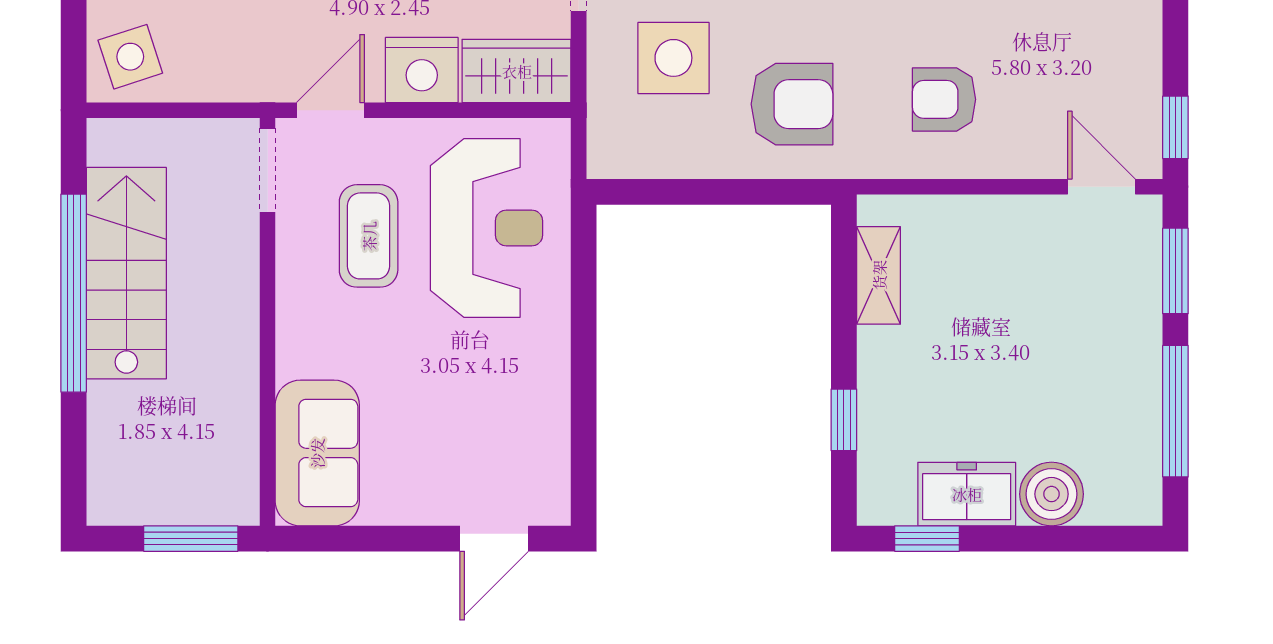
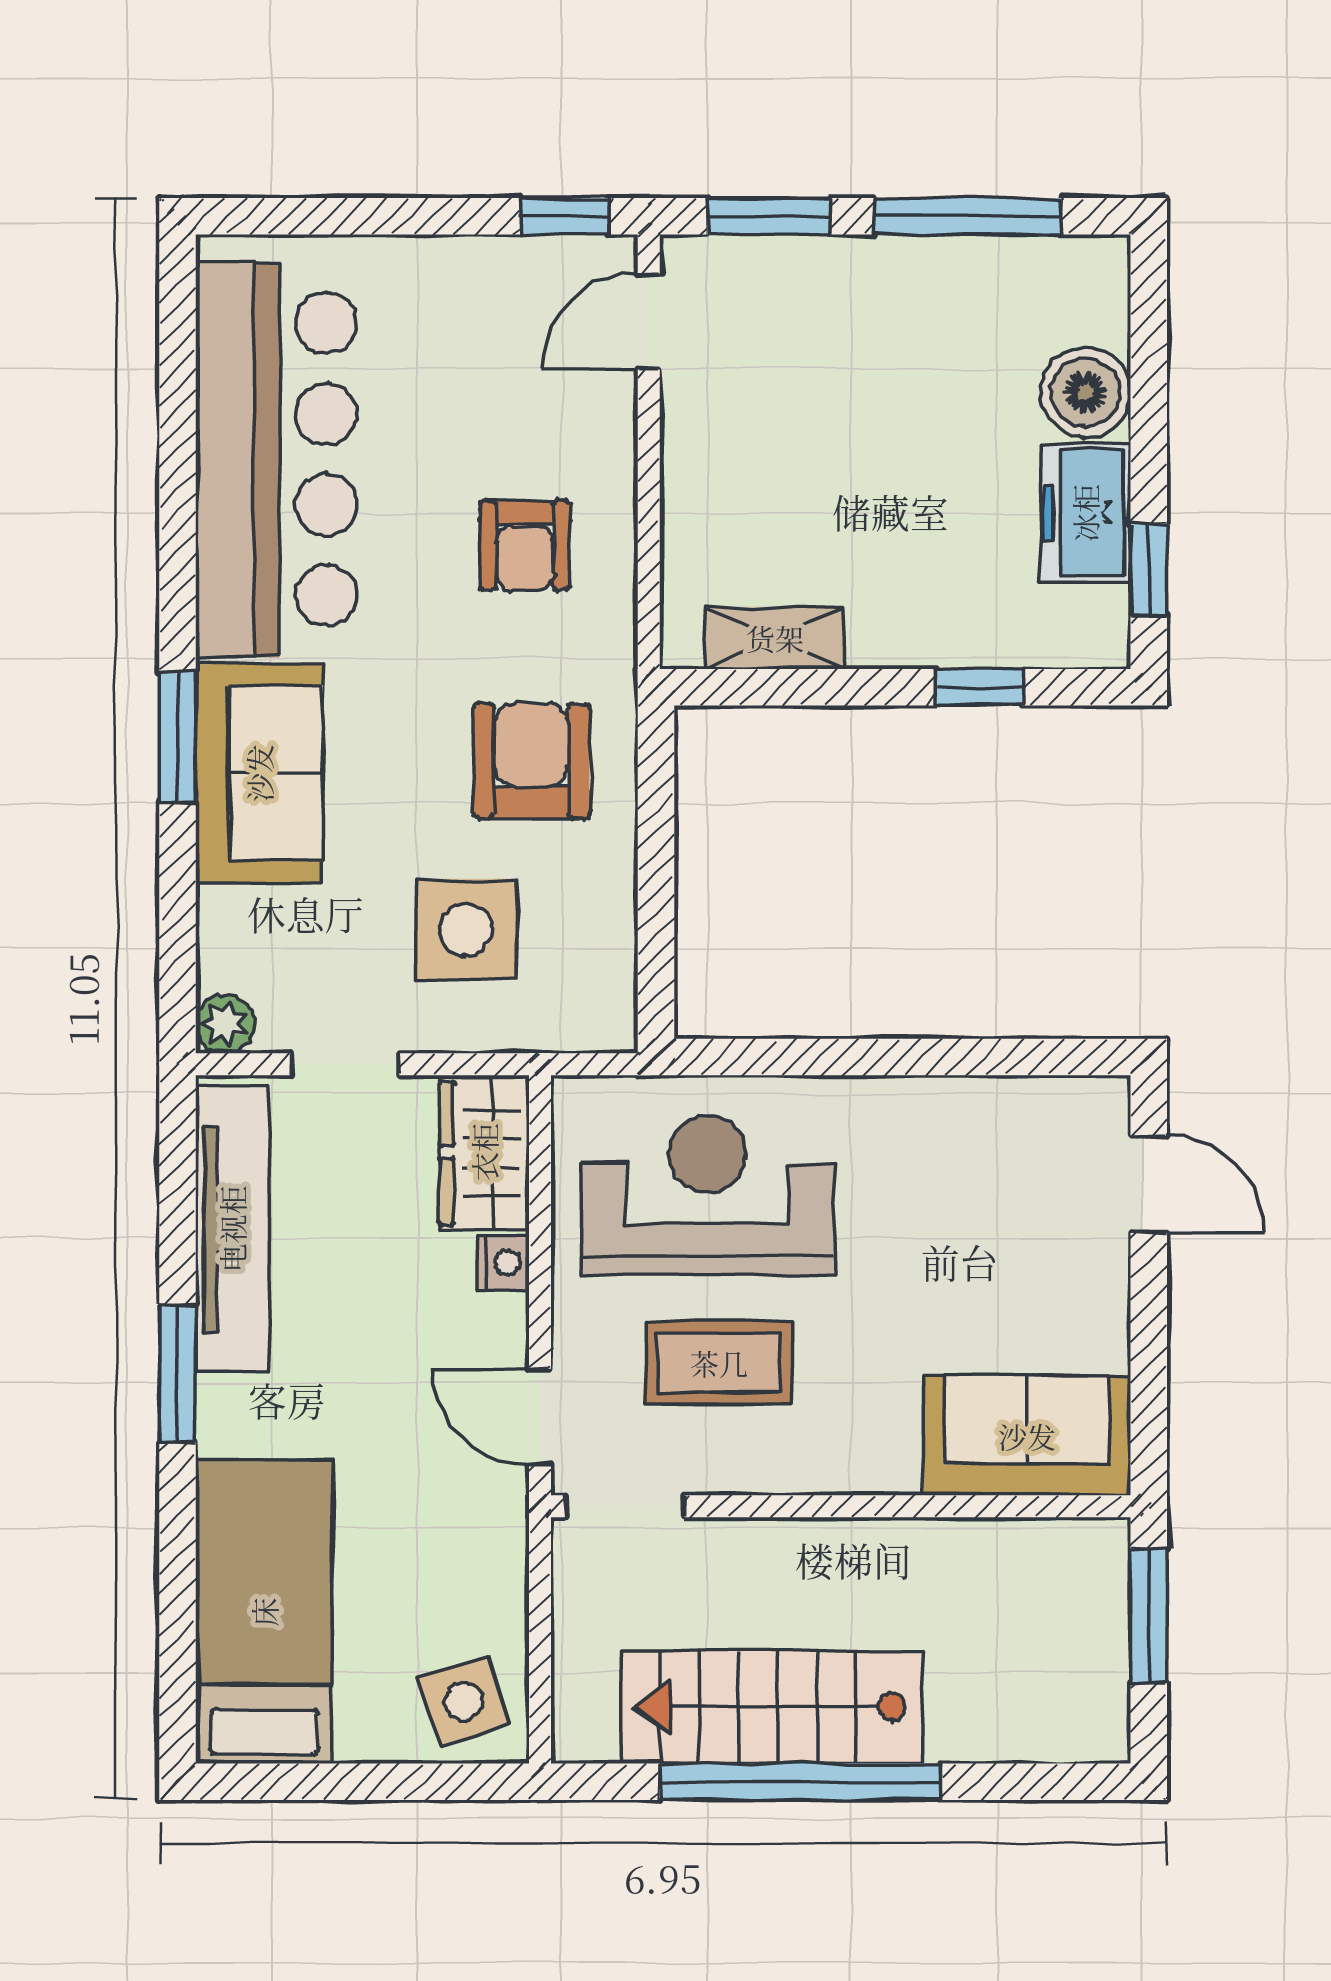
nightstand: (422, 70) -> (503, 1263), width x0.53, depth x0.56

